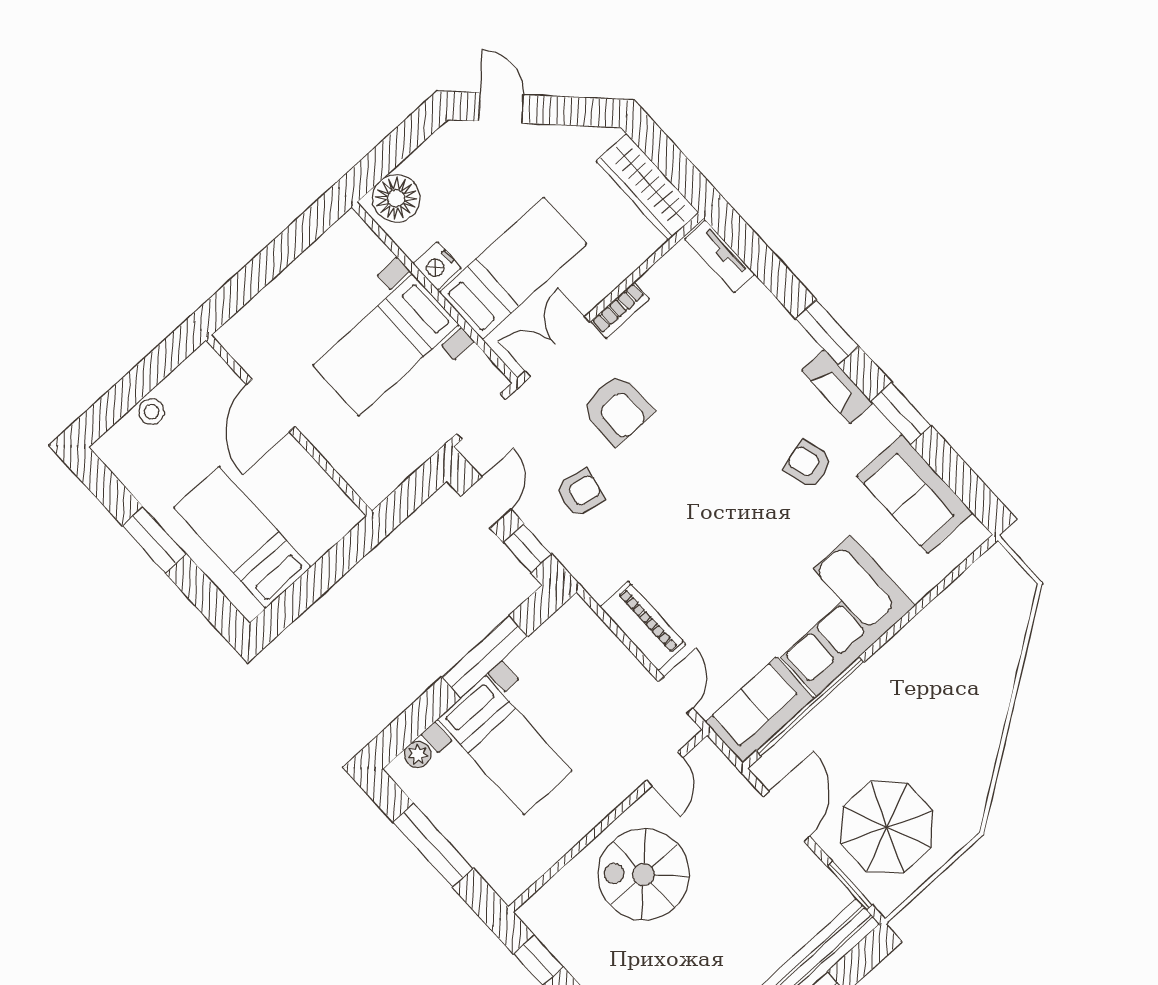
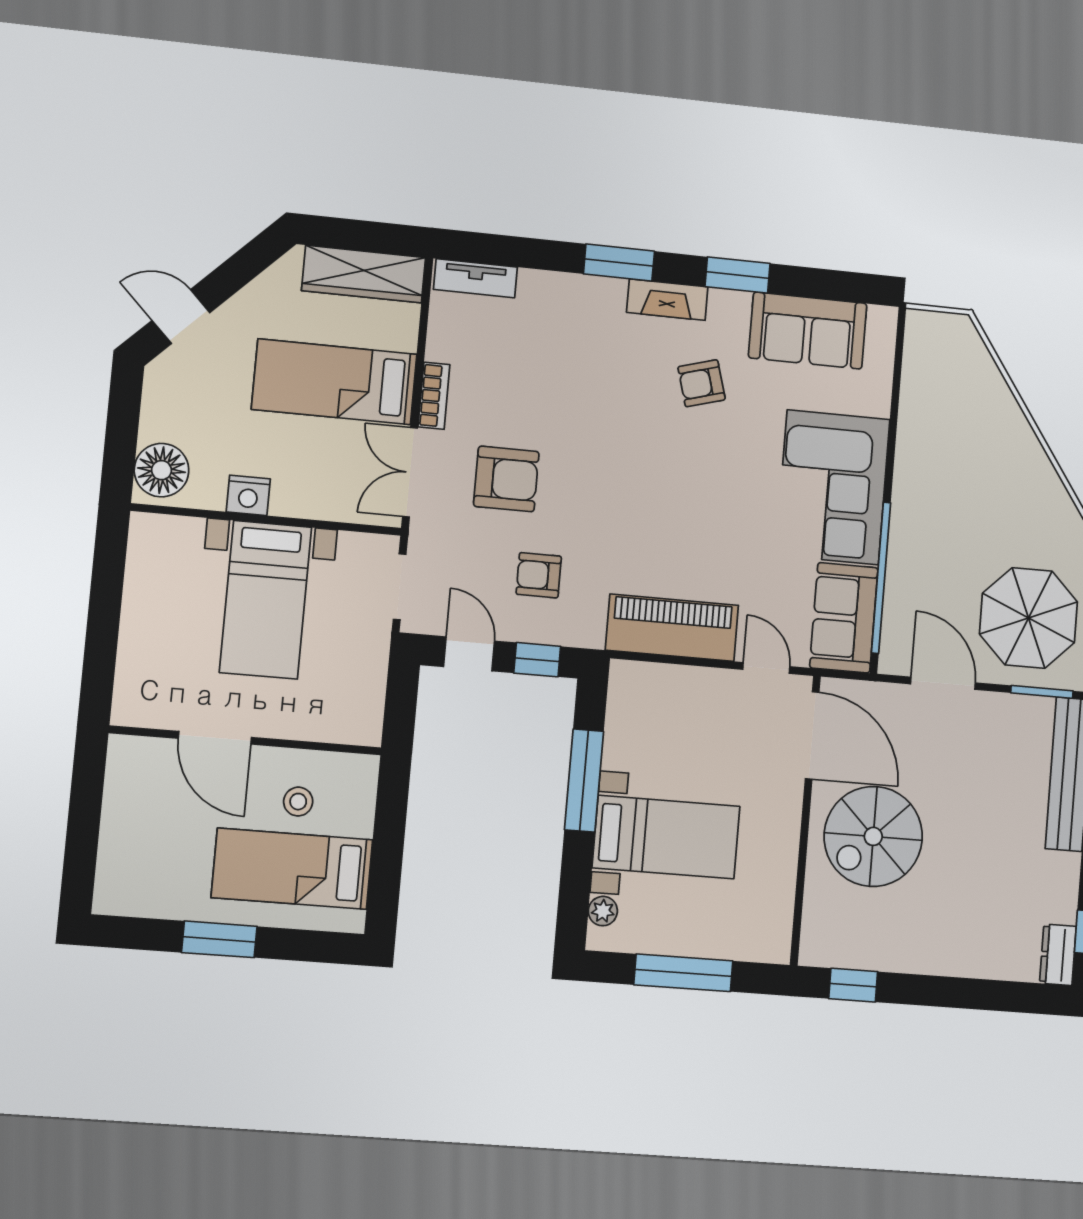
bed: (513, 268) -> (334, 382), moved, turned -90
stool: (151, 412) -> (298, 802), moved
armchair: (580, 493) -> (539, 575), turned -102
piano: (643, 626) -> (672, 628), width x1.37, depth x1.33
door: (665, 769) -> (812, 735), width x1.87

